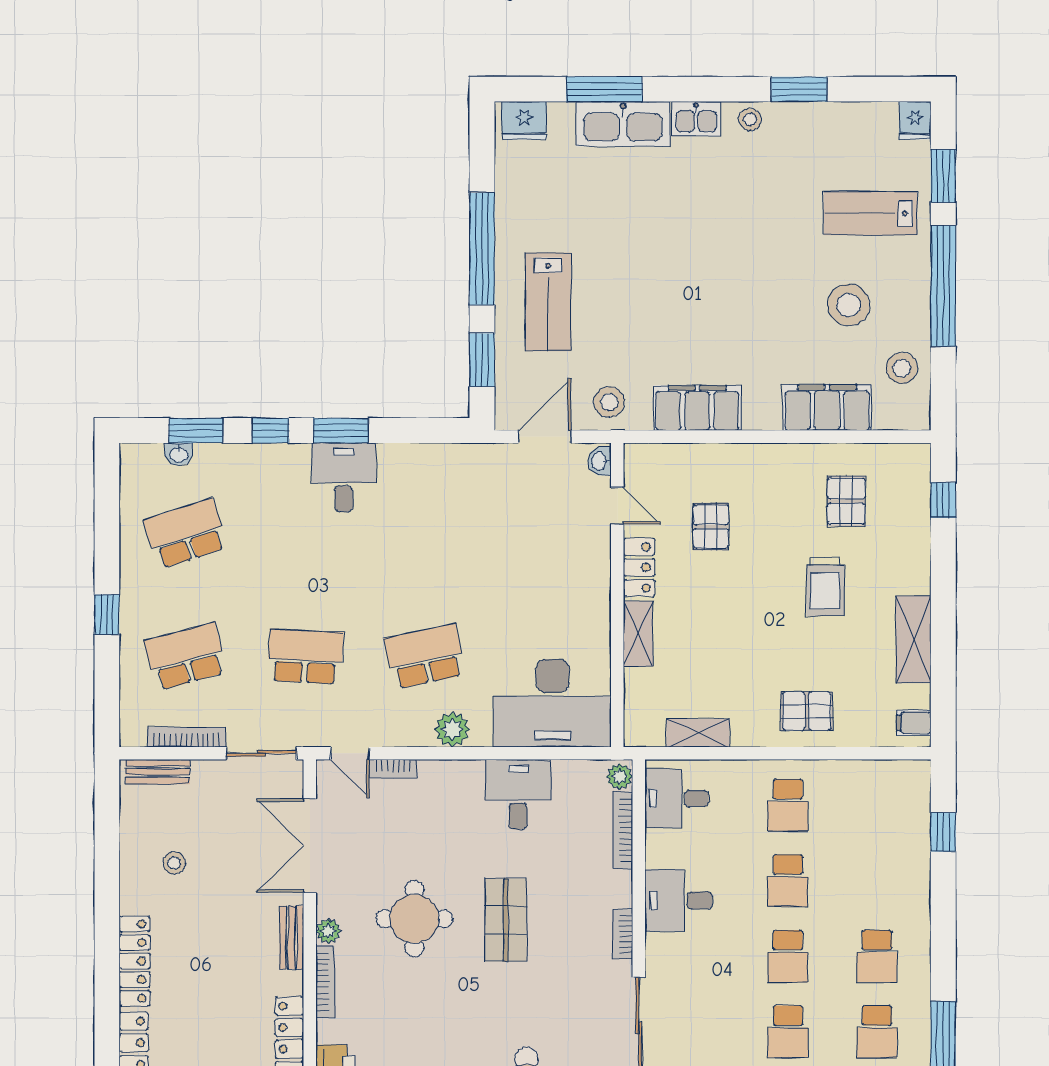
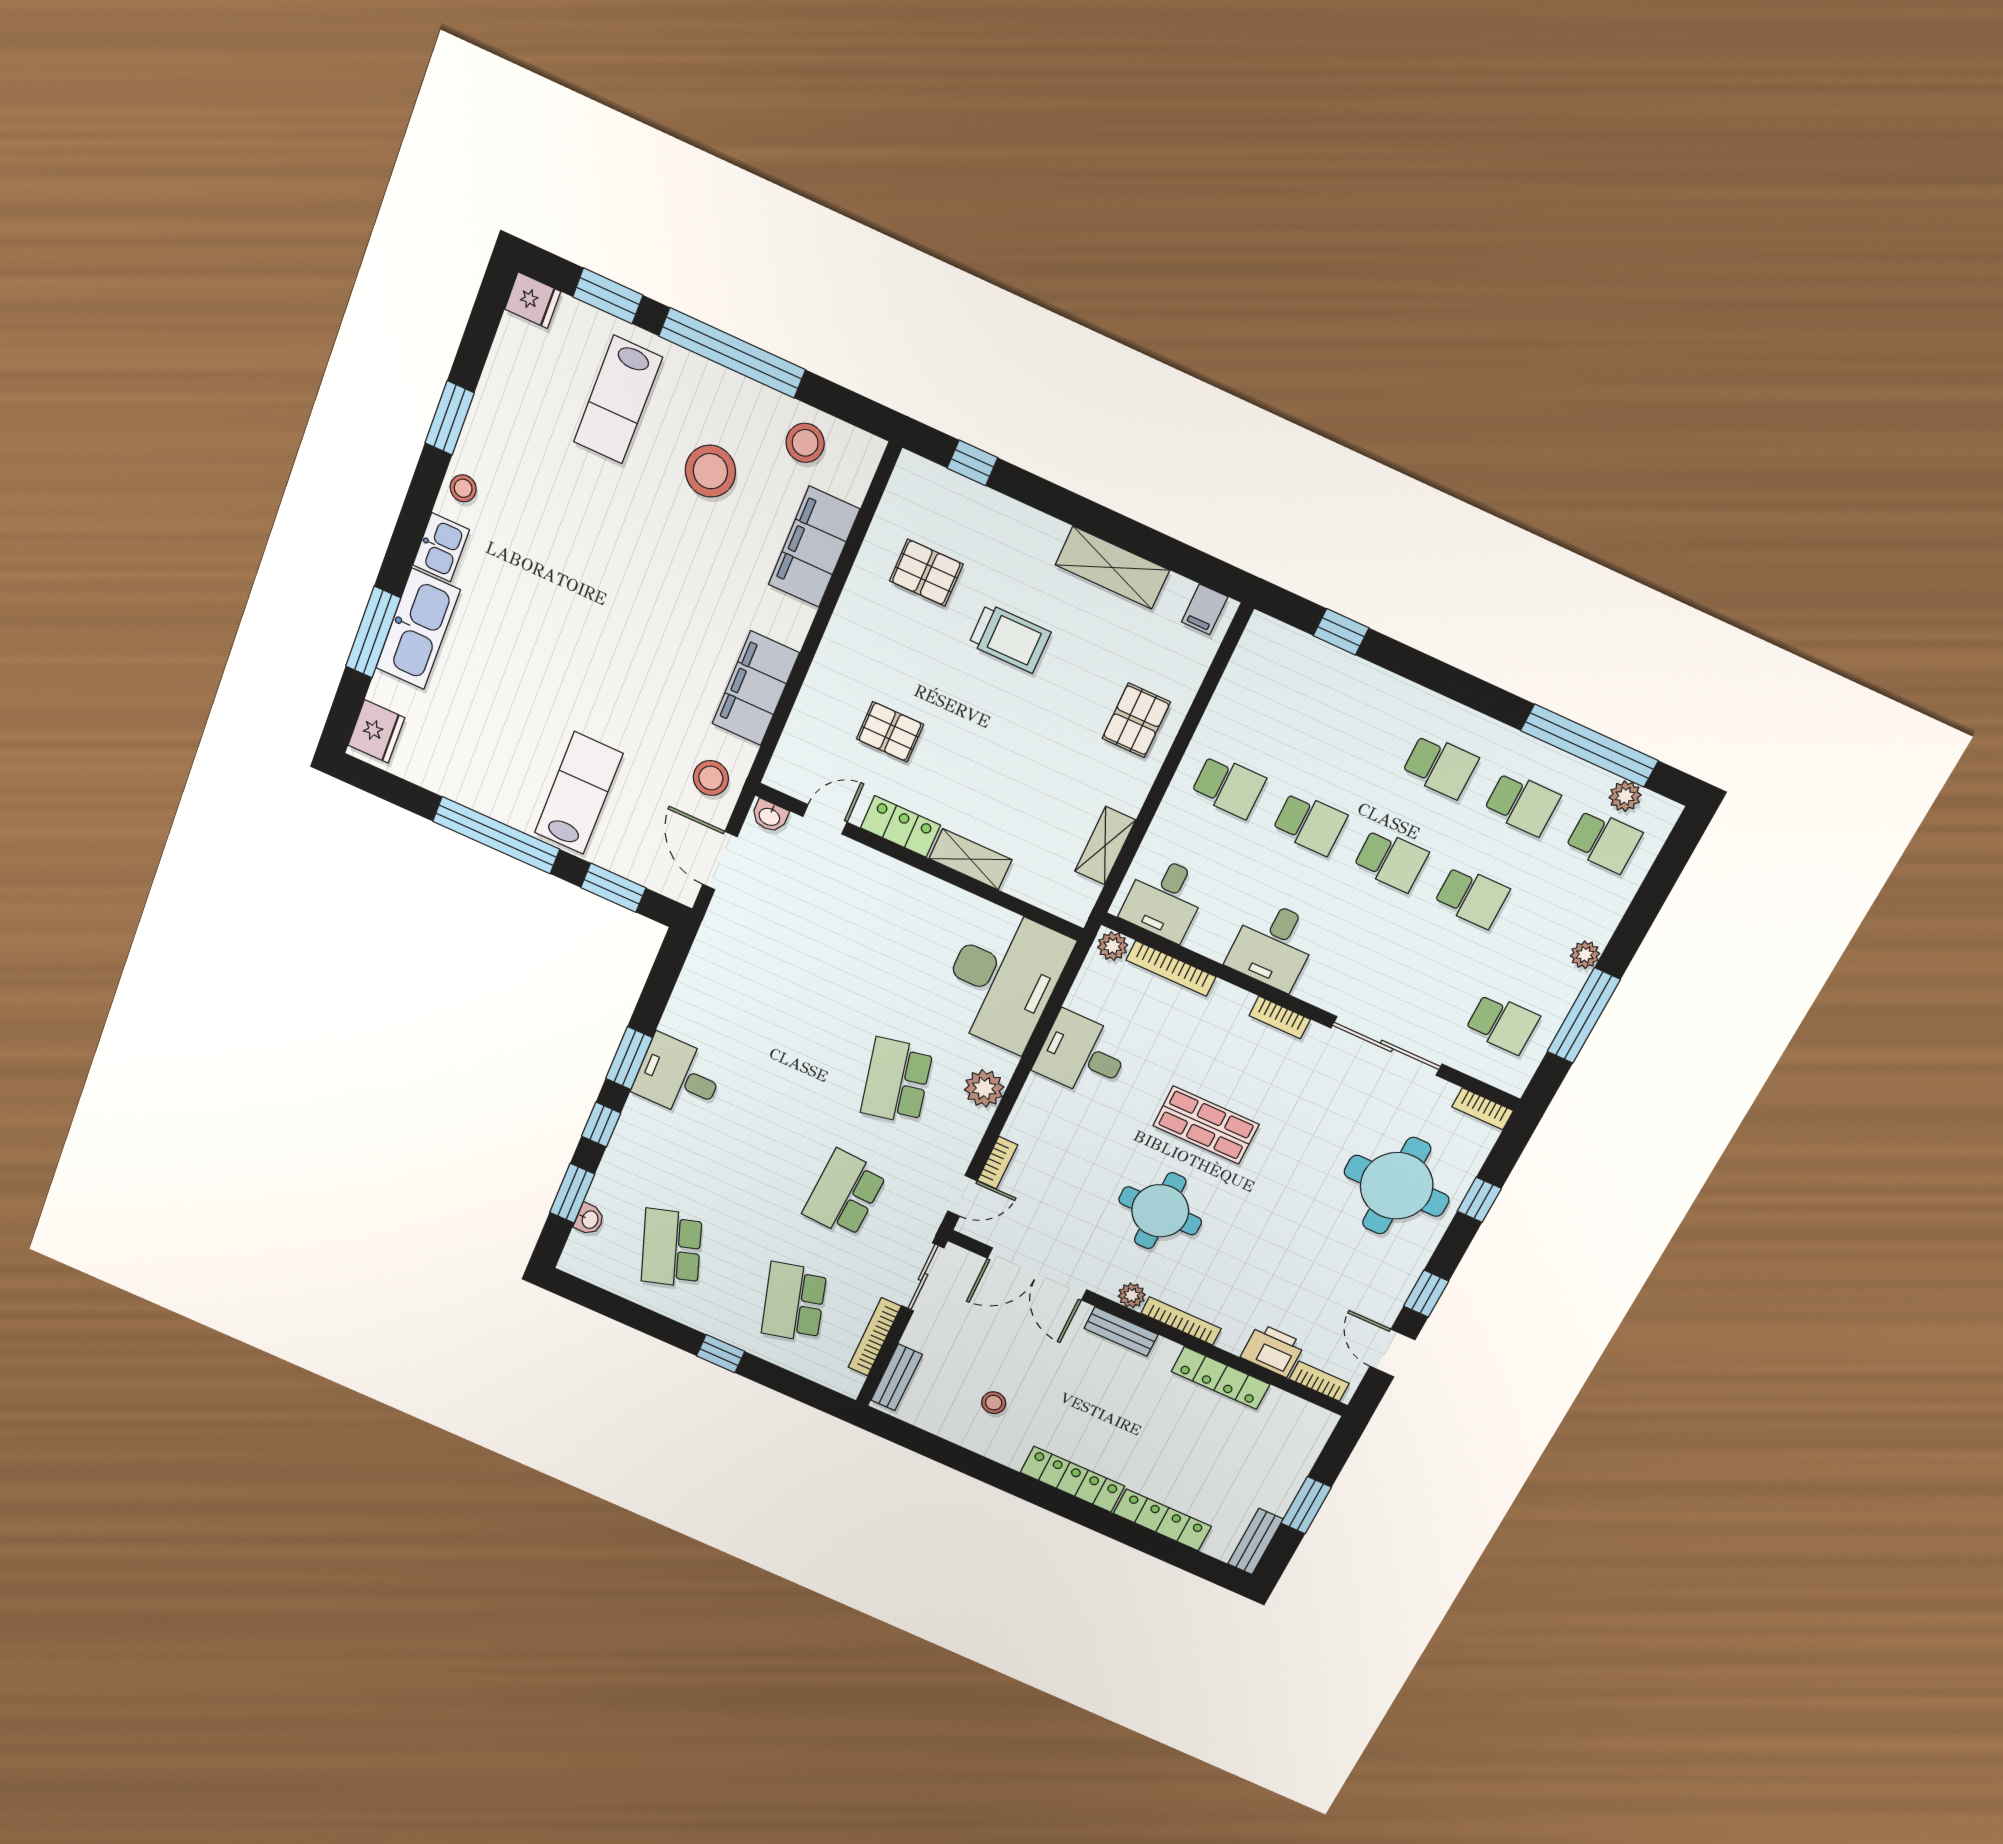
lab bench: (548, 302) -> (579, 793), turned -90

